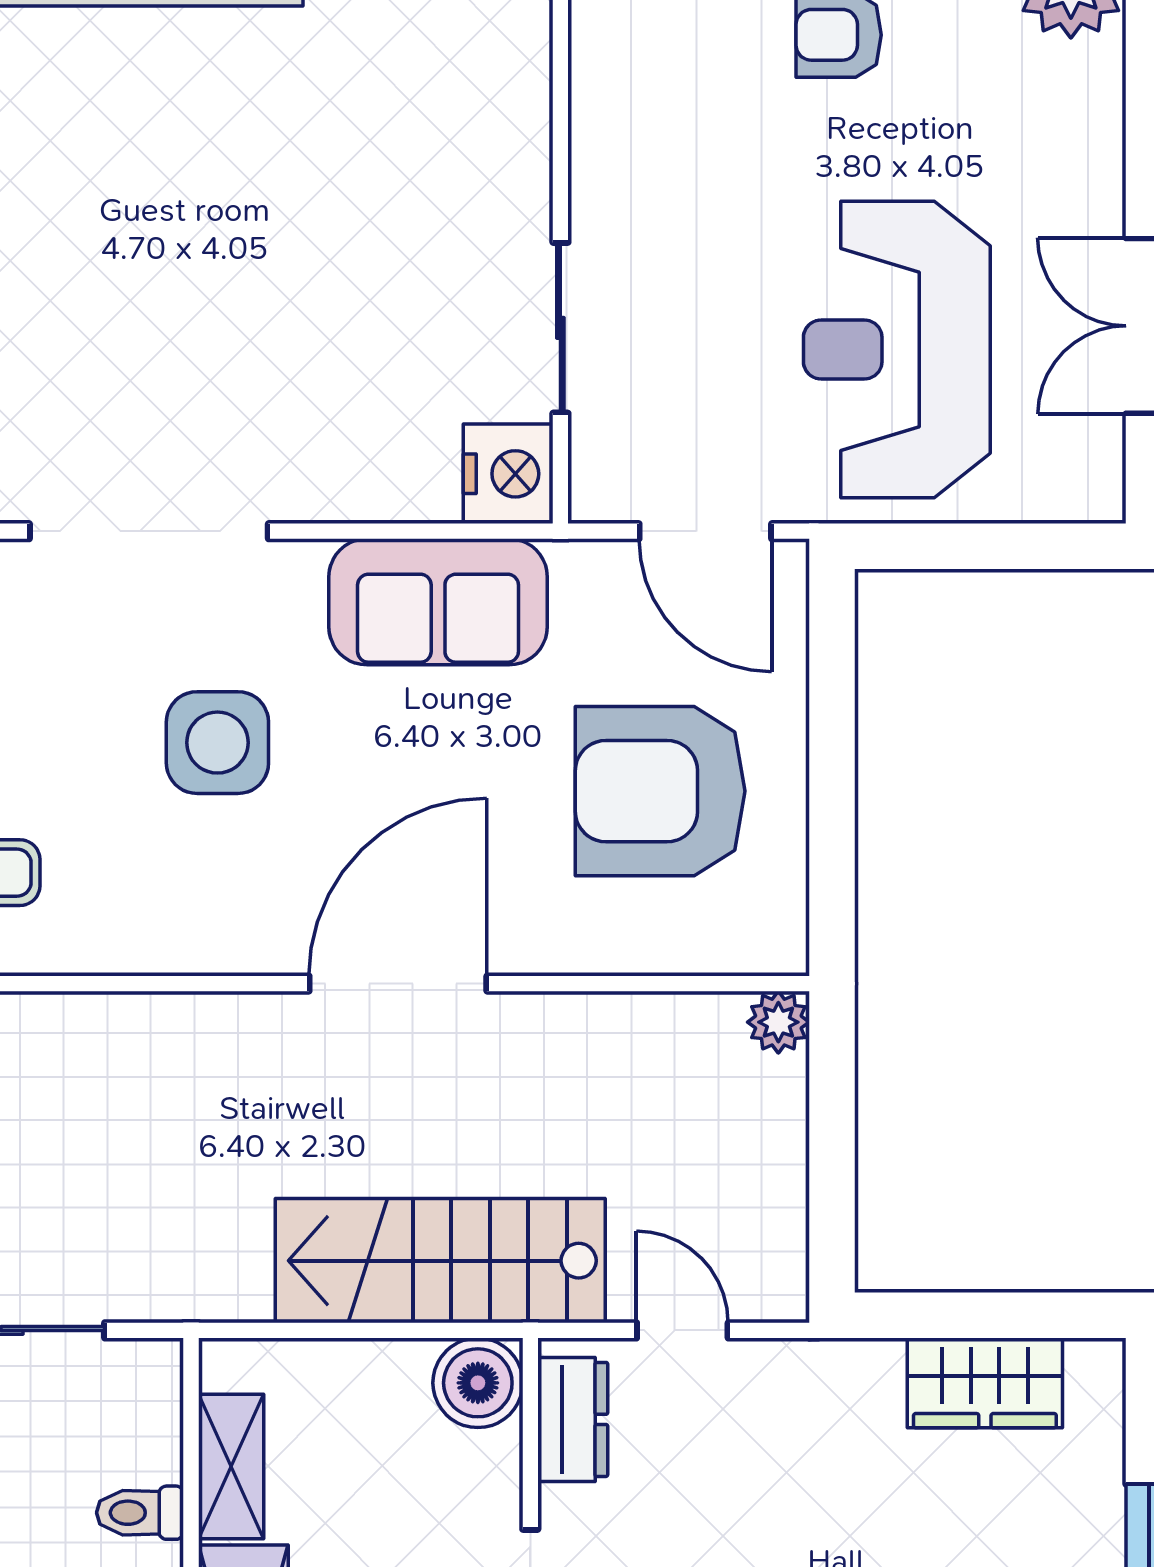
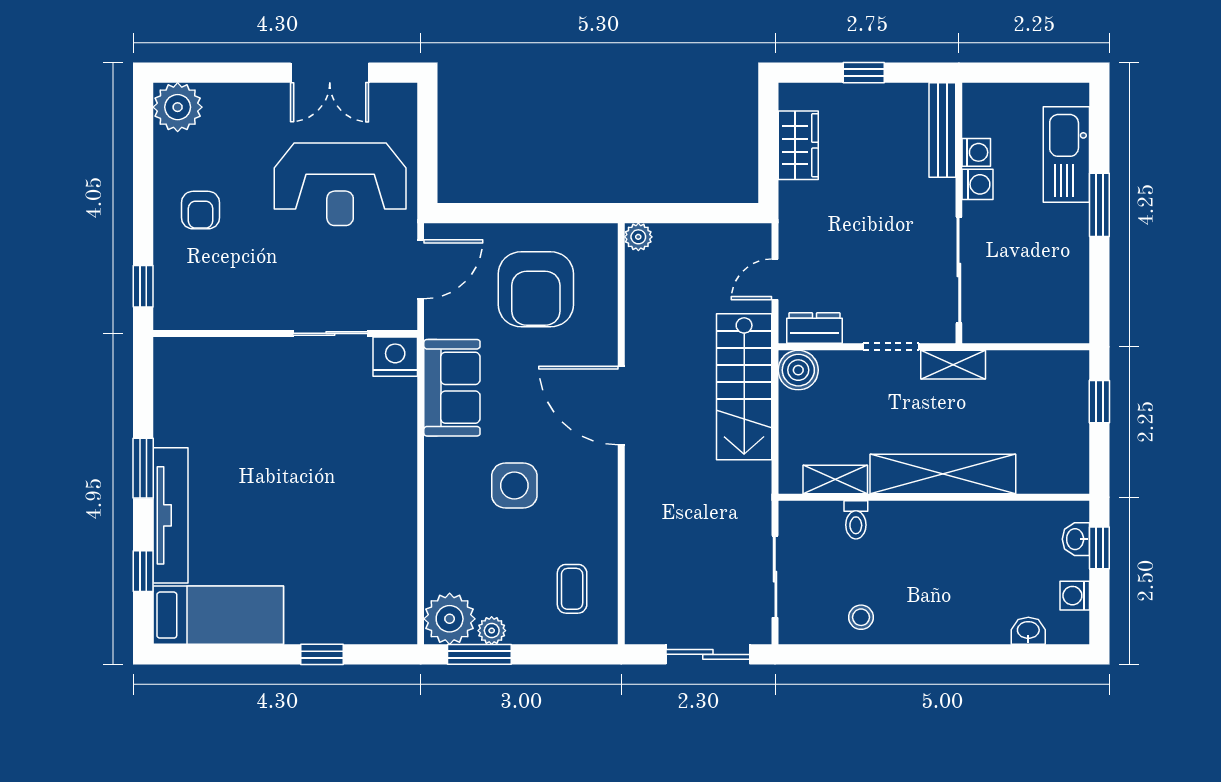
doorway: (149, 531) -> (421, 516), removed

